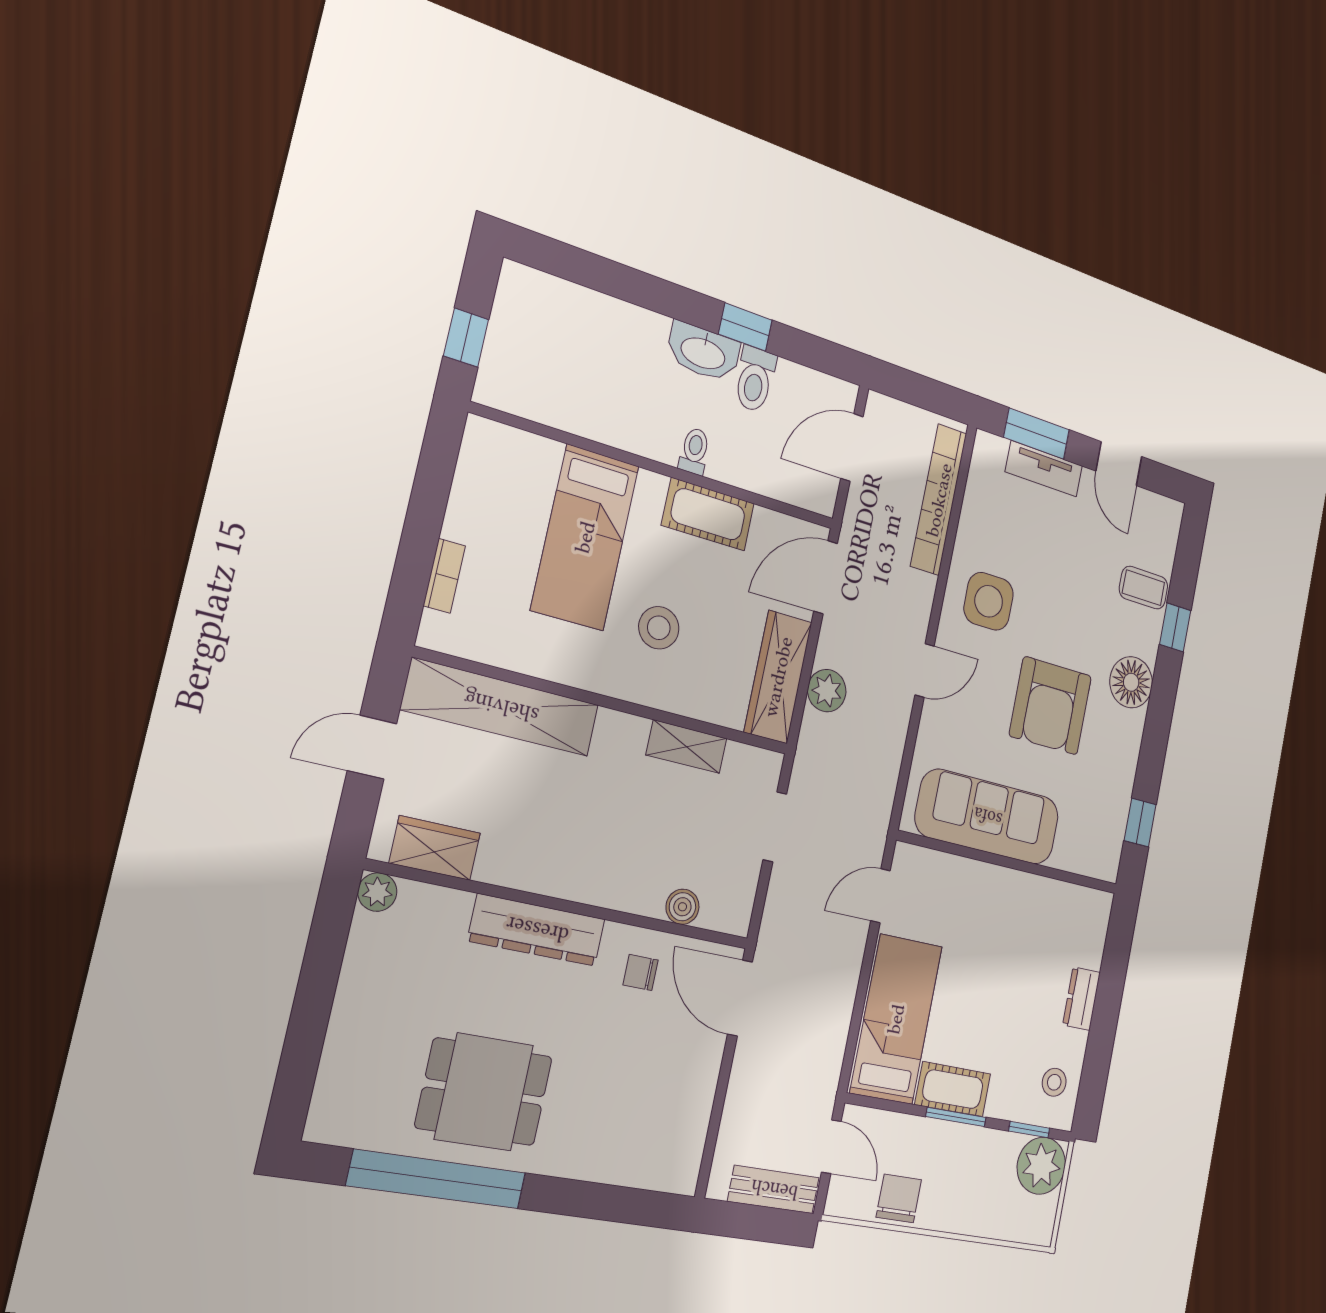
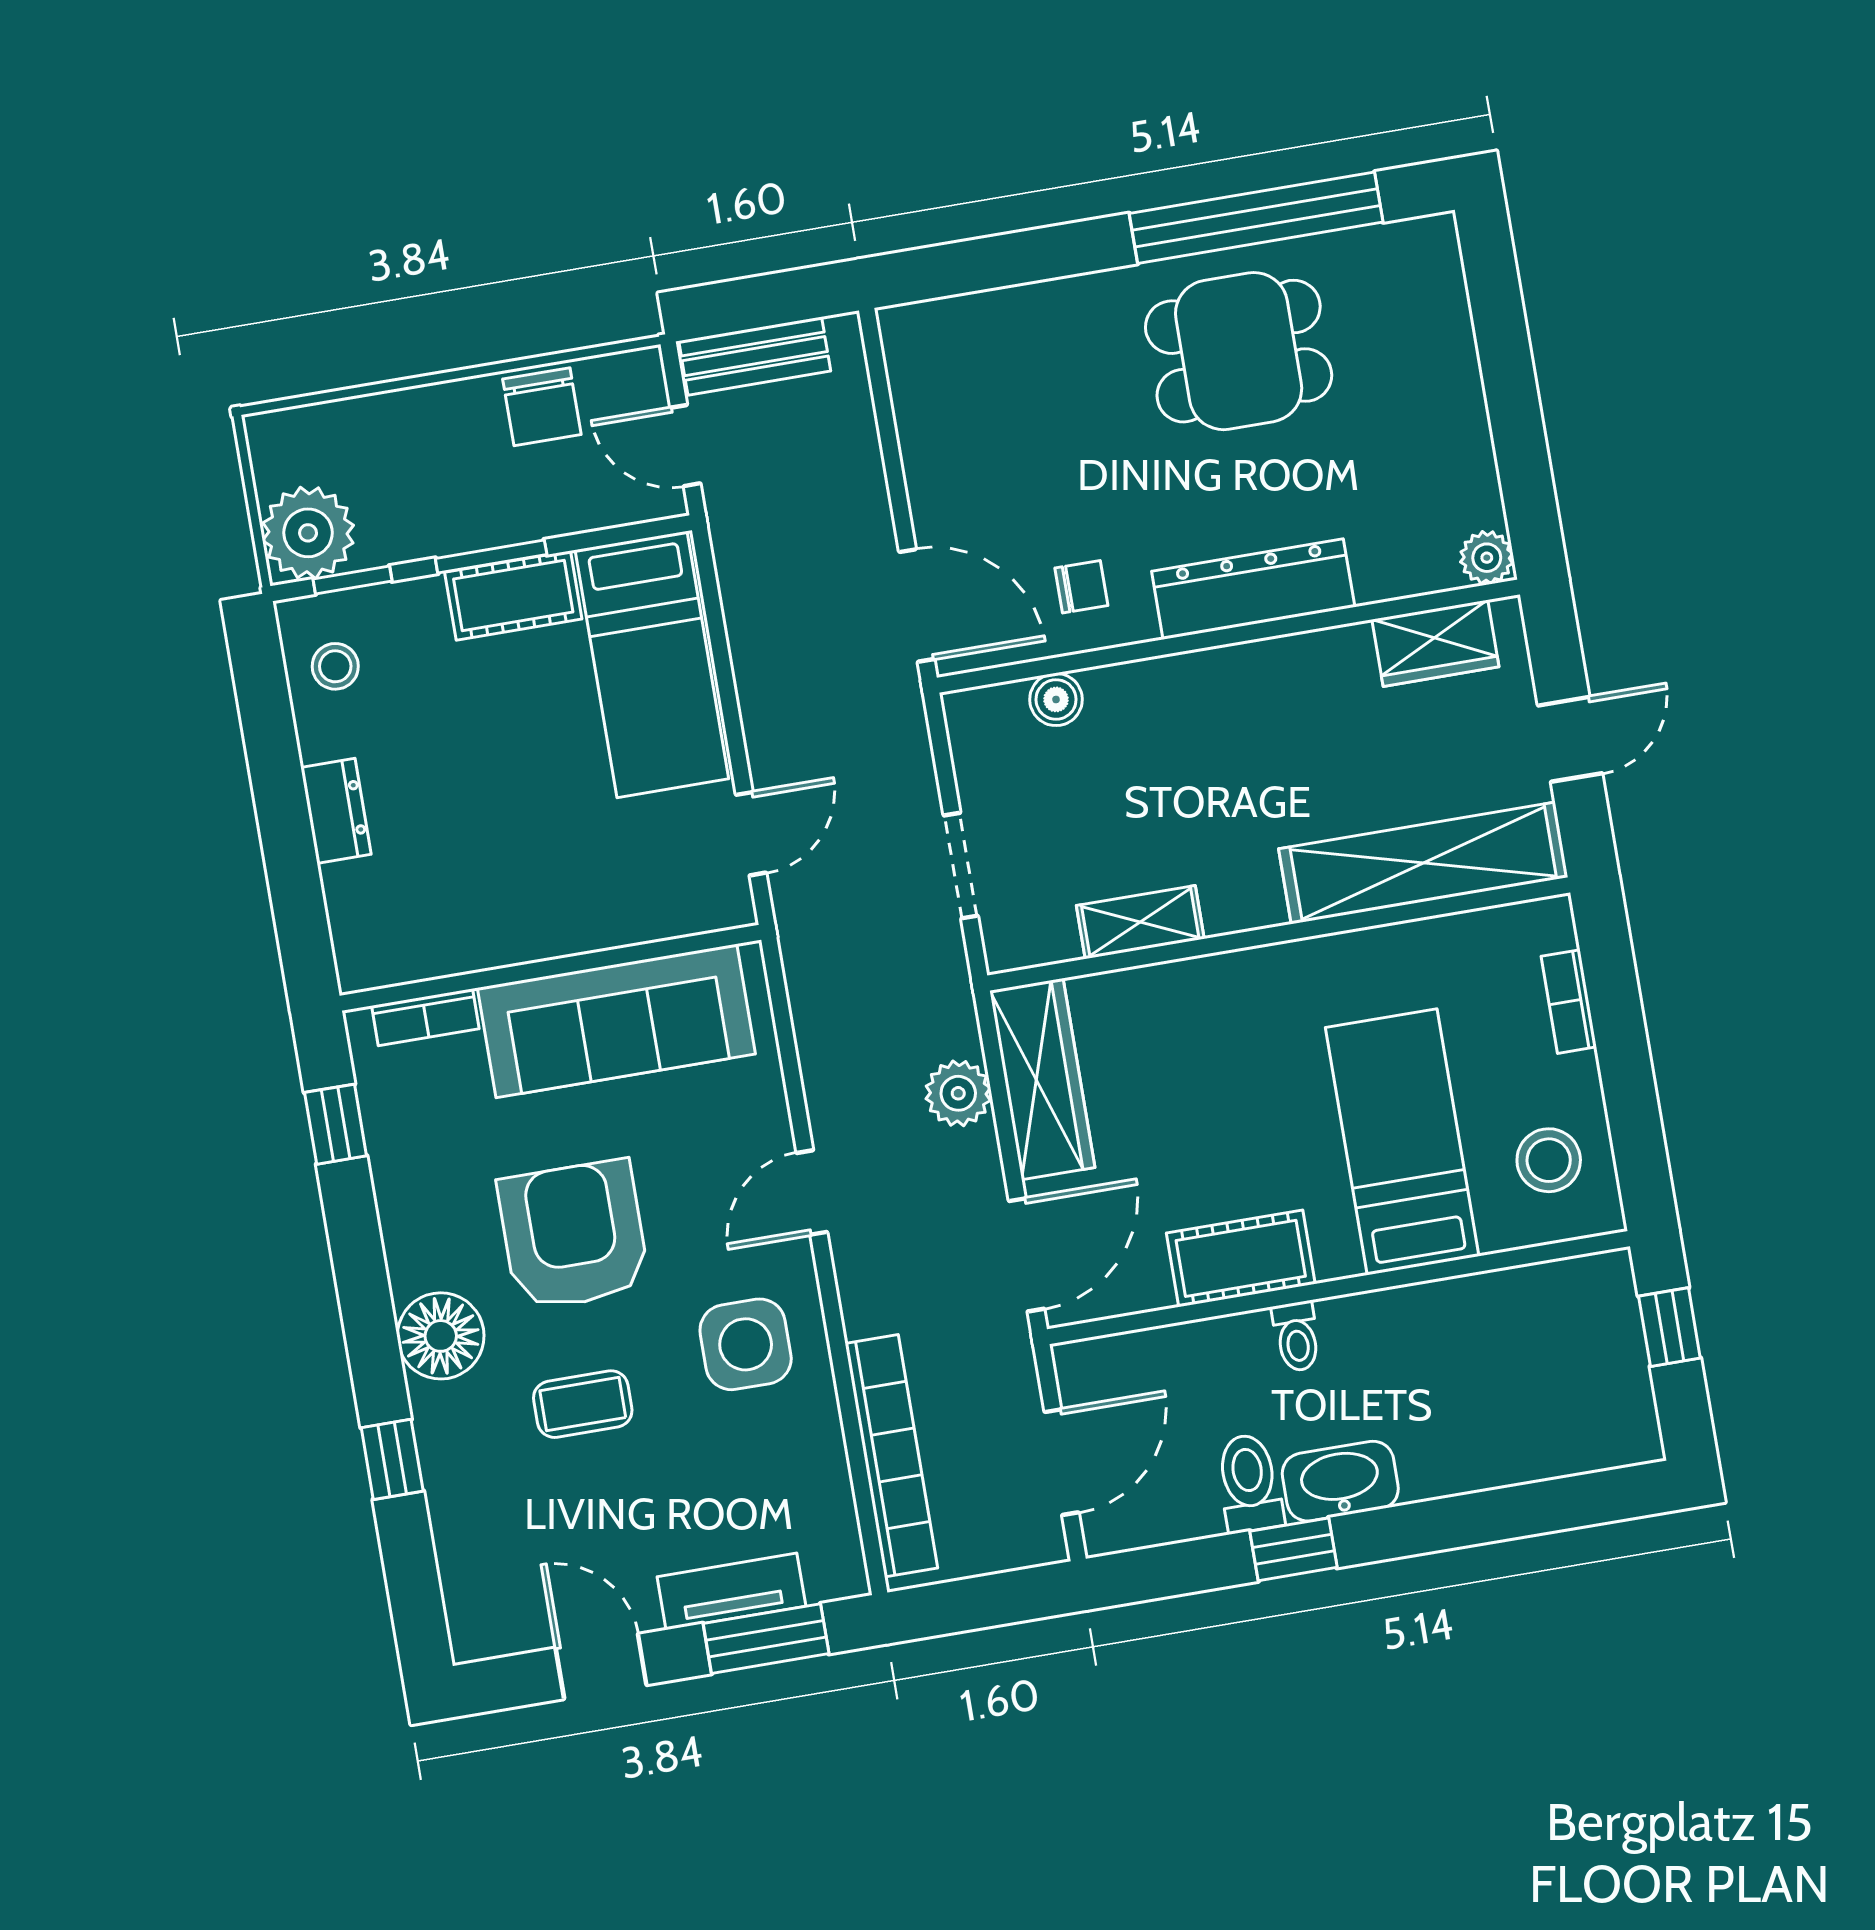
coffee table: (1143, 588) -> (583, 1404), moved
stool: (659, 628) -> (1549, 1160), moved
bookcase: (1079, 862) -> (425, 1017), added

